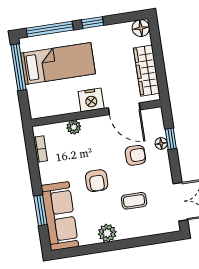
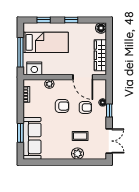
window: (50, 29) -> (44, 20), width x0.46
window: (19, 67) -> (20, 52), moved
nightstand: (91, 100) -> (34, 68), moved
window: (171, 139) -> (109, 110), moved
armchair: (97, 181) -> (62, 106), moved, turned -90
plant: (107, 233) -> (78, 154), moved

